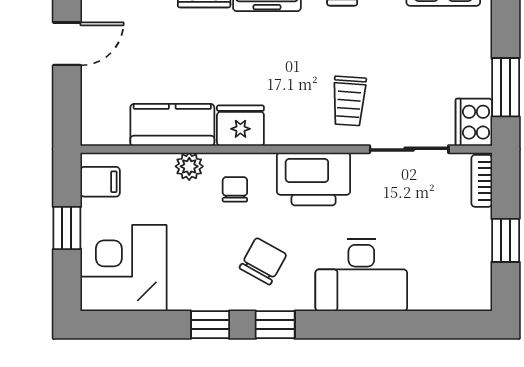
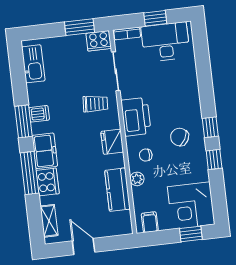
fridge: (240, 126) -> (112, 142), moved
window: (67, 228) -> (191, 234), moved
desk: (361, 275) -> (165, 42), moved, turned -90

